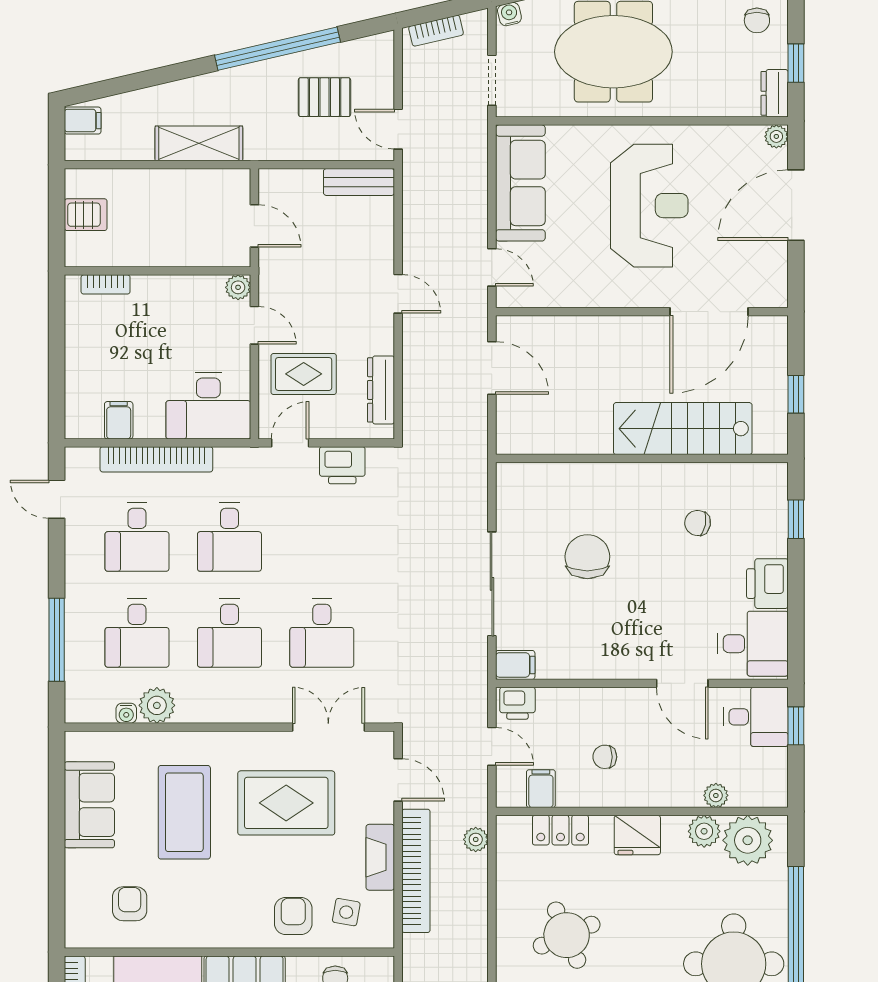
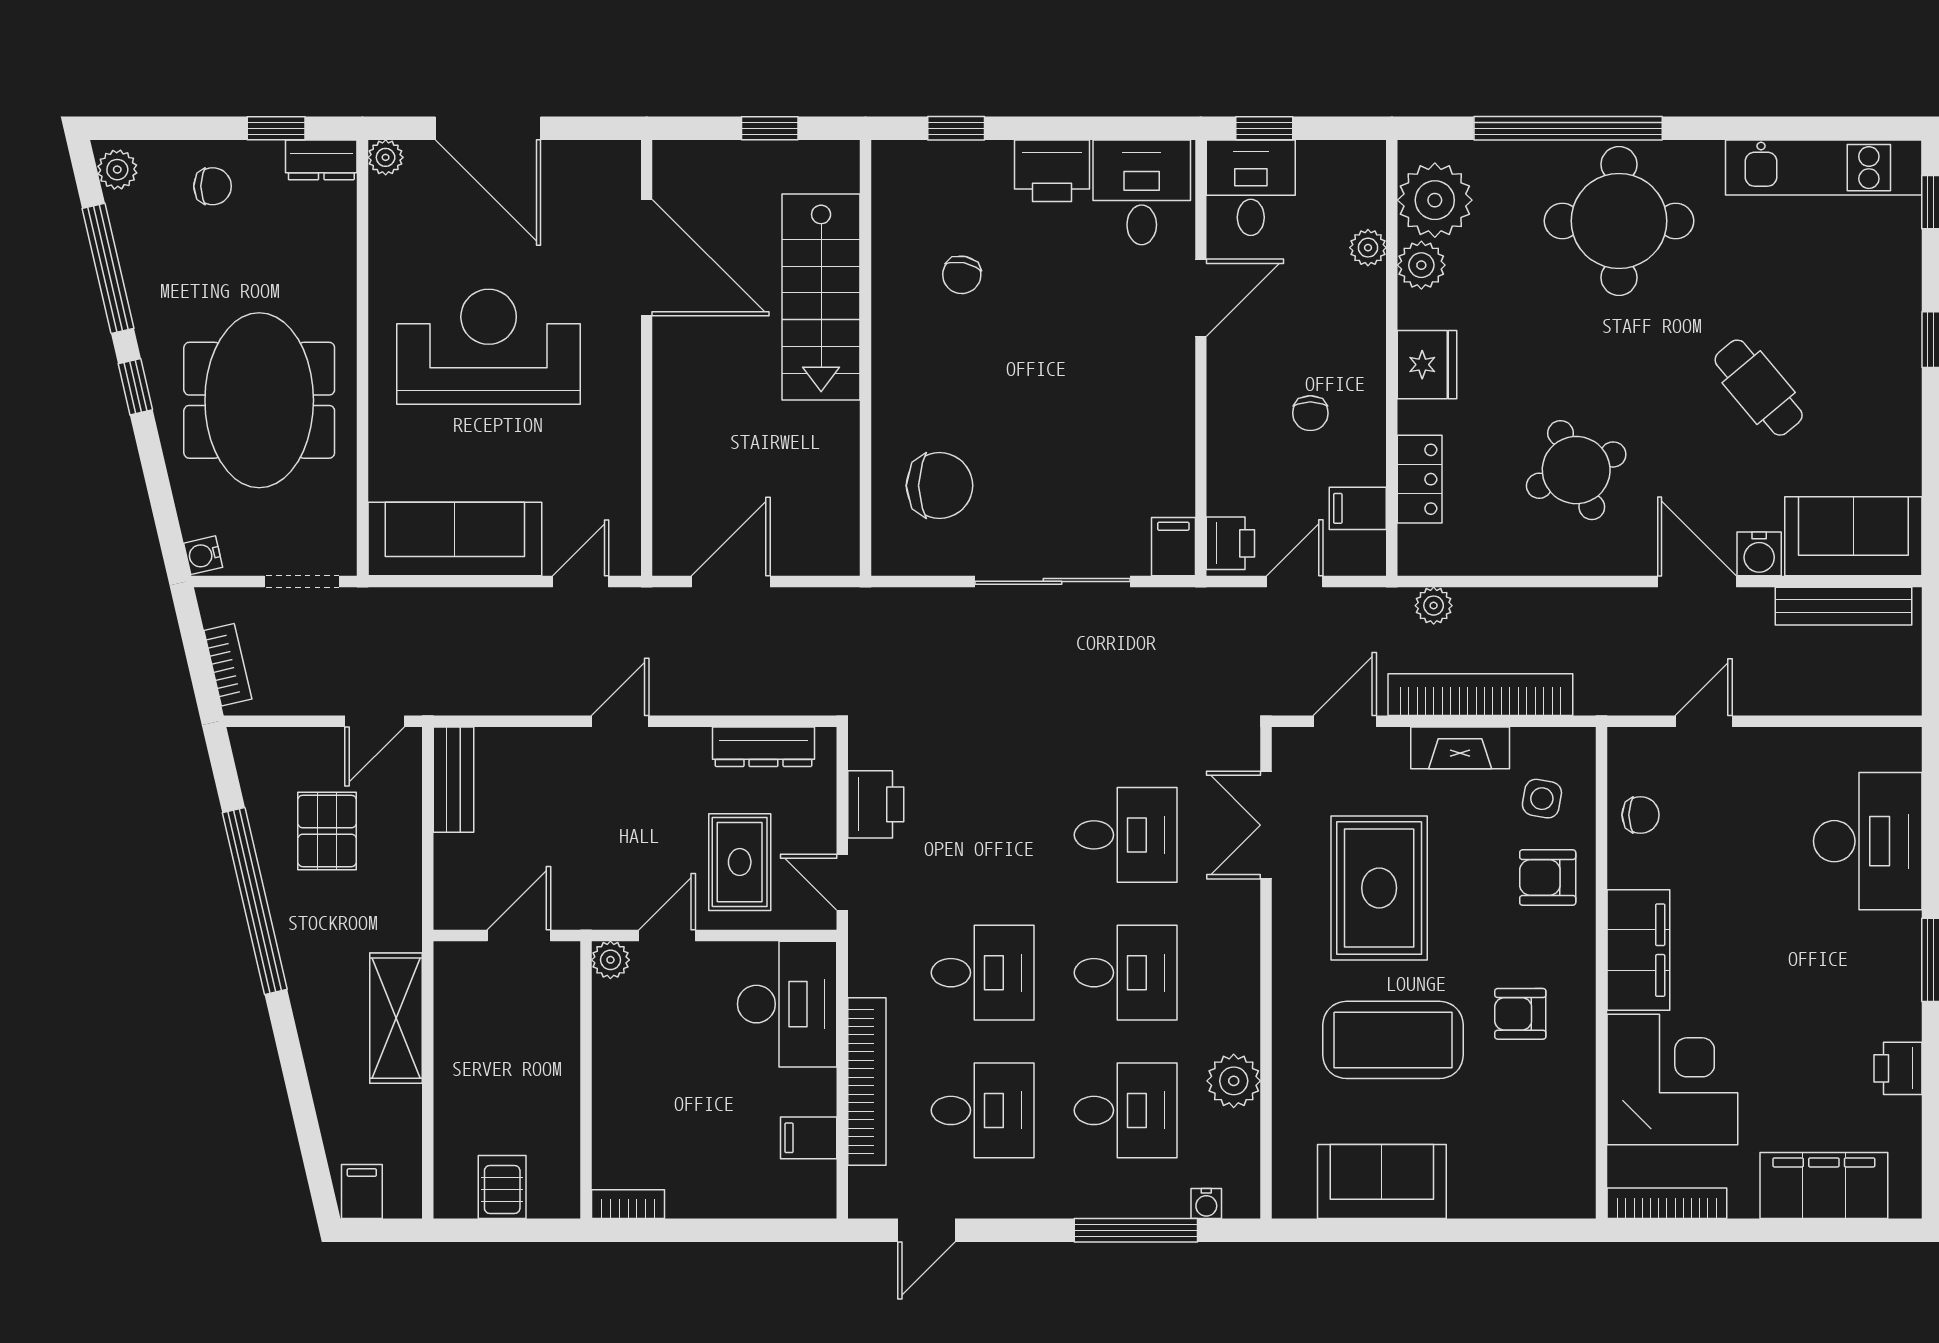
bookcase: (106, 284) -> (628, 1204), moved, turned -90
chair: (587, 557) -> (939, 486), moved, turned 180
water cooler: (126, 713) -> (1206, 1203), moved, turned 90
armchair: (130, 904) -> (1520, 1014), moved

